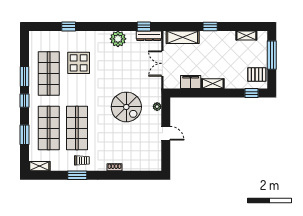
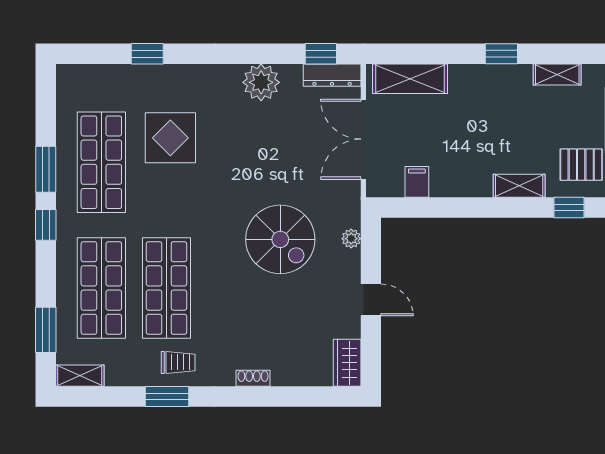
window: (210, 26) -> (501, 54), moved
double door: (162, 63) -> (363, 139), width x1.37
filing cabinet: (191, 82) -> (417, 182), width x0.50
shelving: (213, 84) -> (519, 186), moved
window: (25, 135) -> (46, 330), moved
wardrobe: (155, 161) -> (347, 363), added

